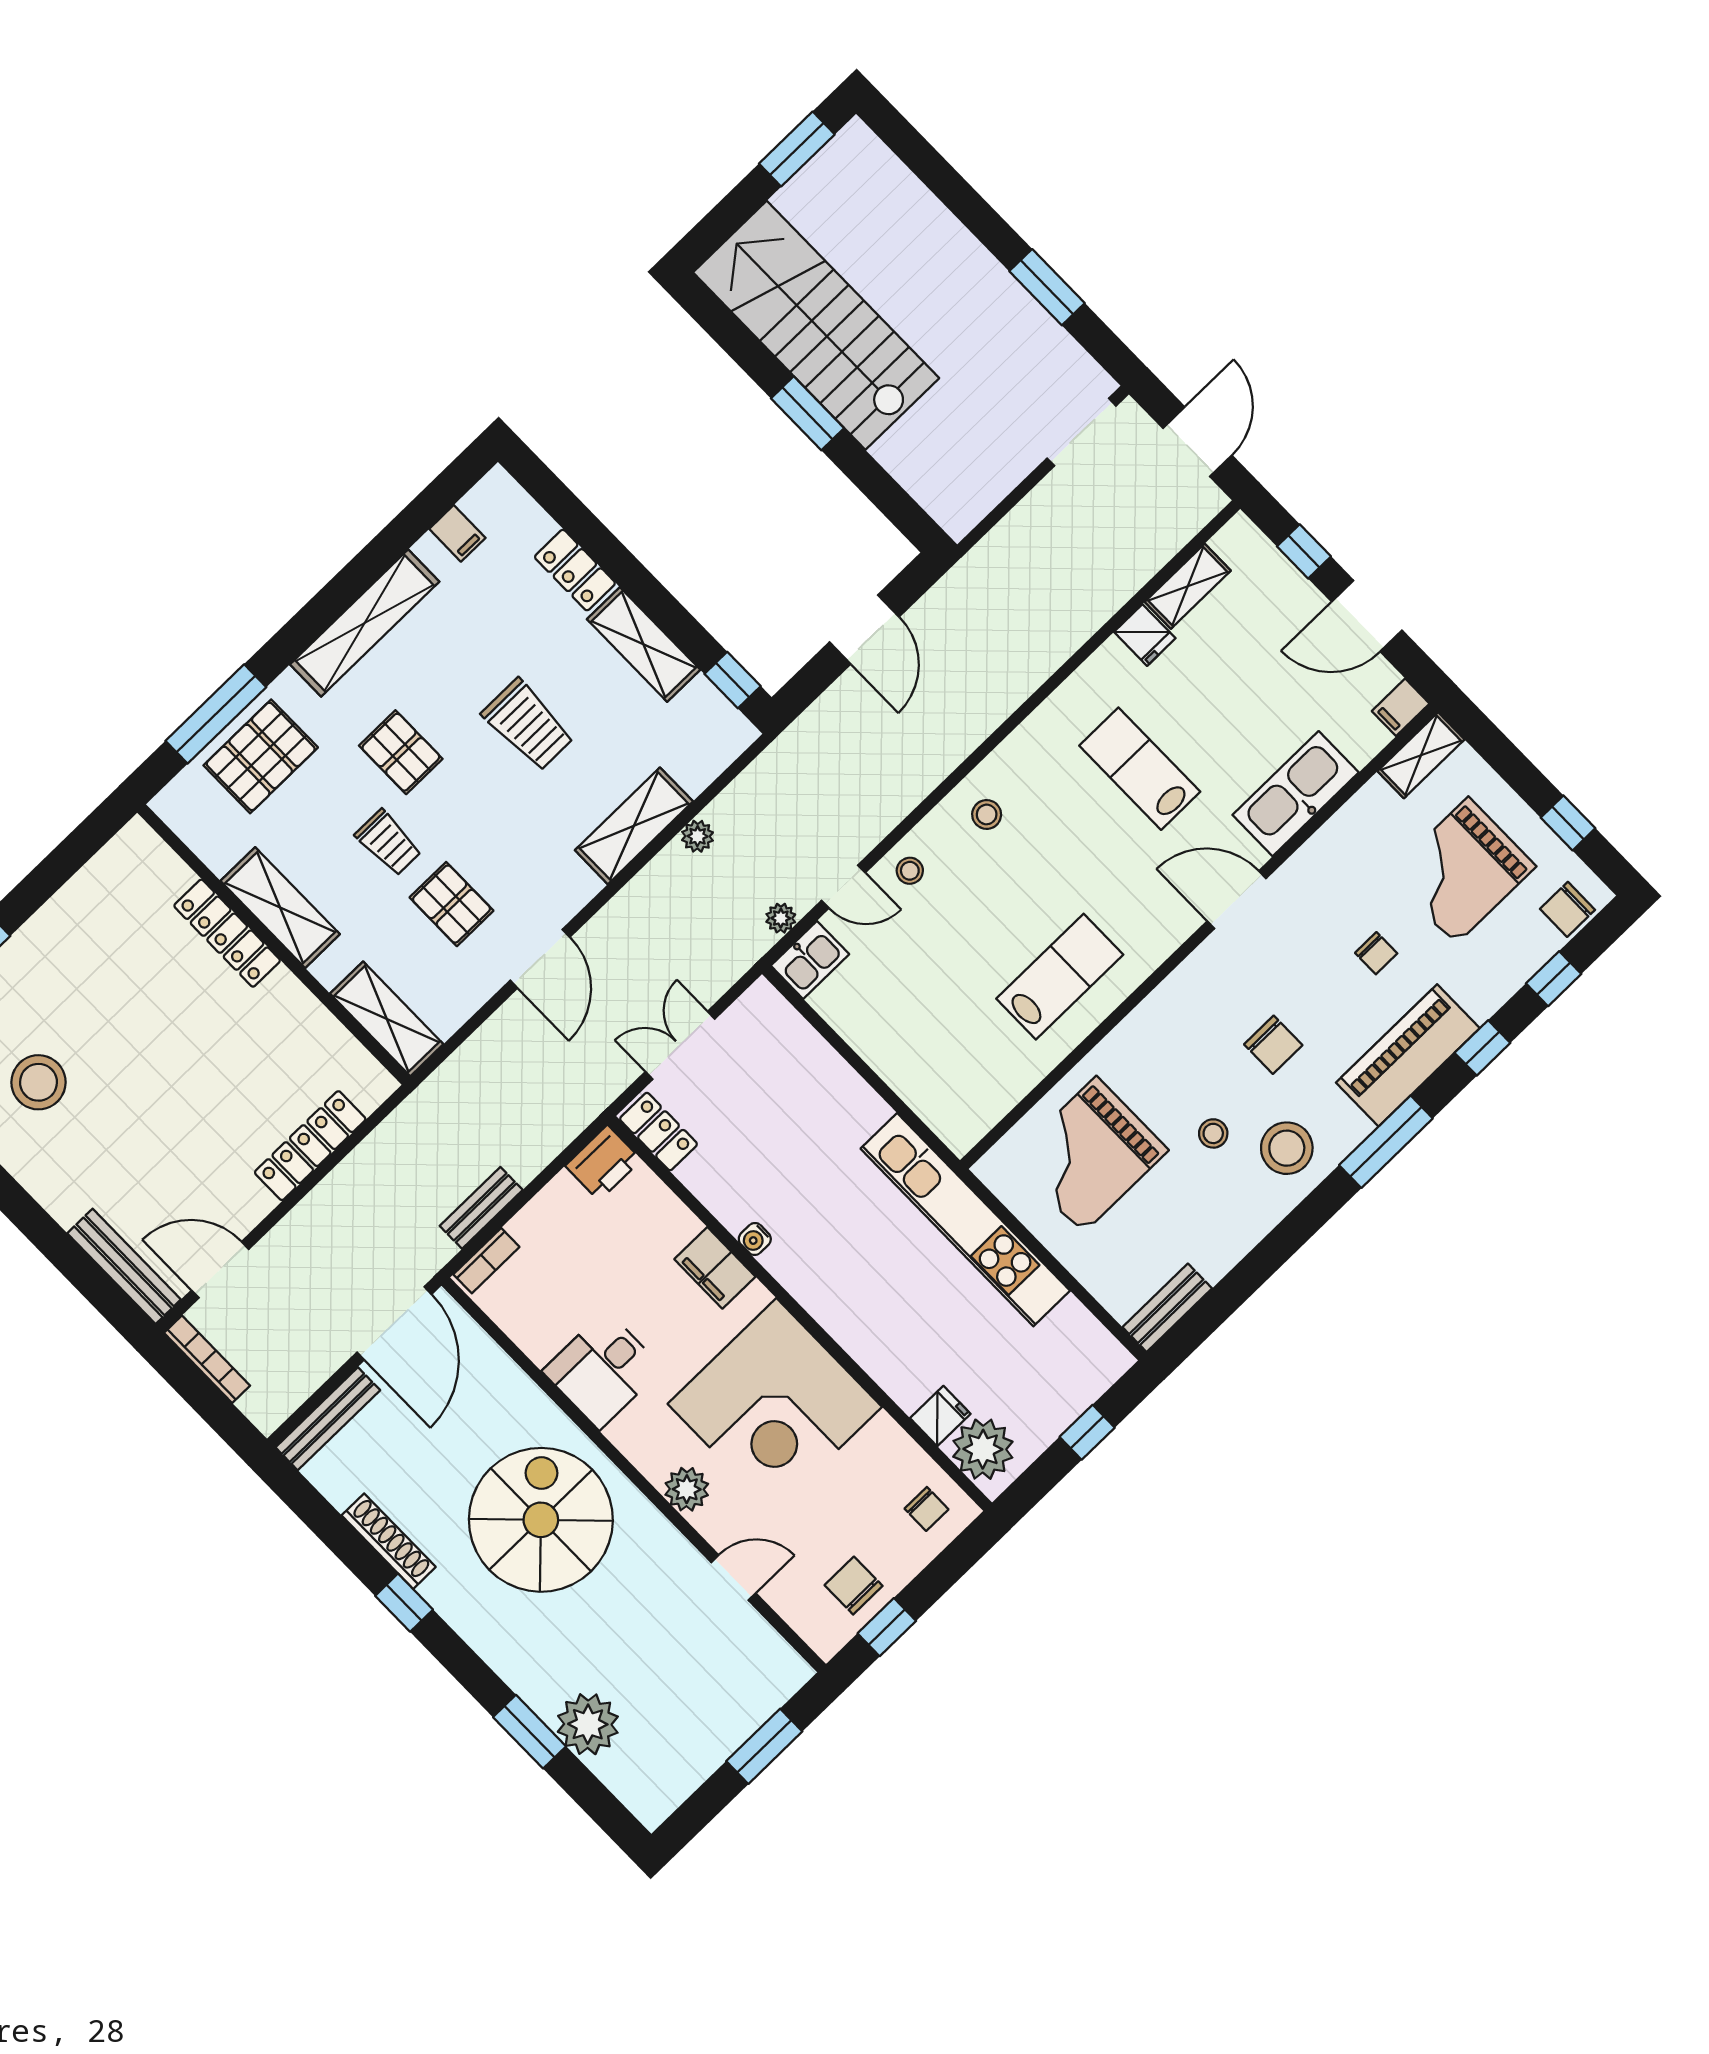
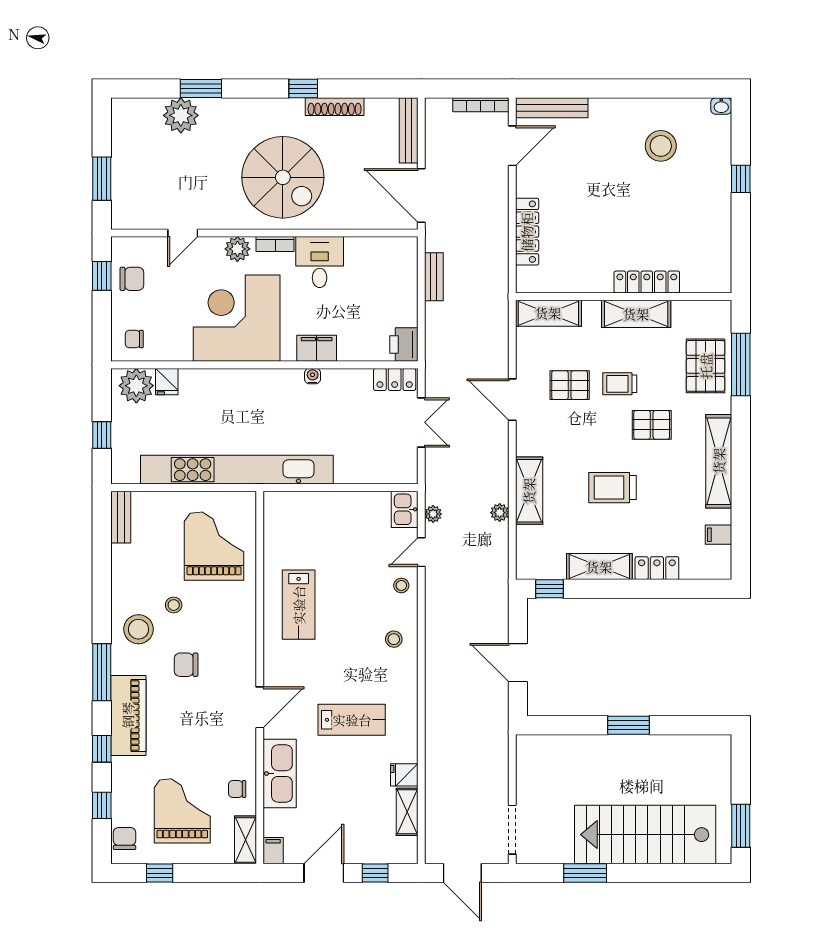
stairs: (816, 325) -> (645, 835), moved, turned 180
chair: (1376, 953) -> (237, 789), moved
kitchen unit: (965, 1220) -> (237, 470), width x1.36
bookcase: (486, 1261) -> (275, 244), moved, turned -90

